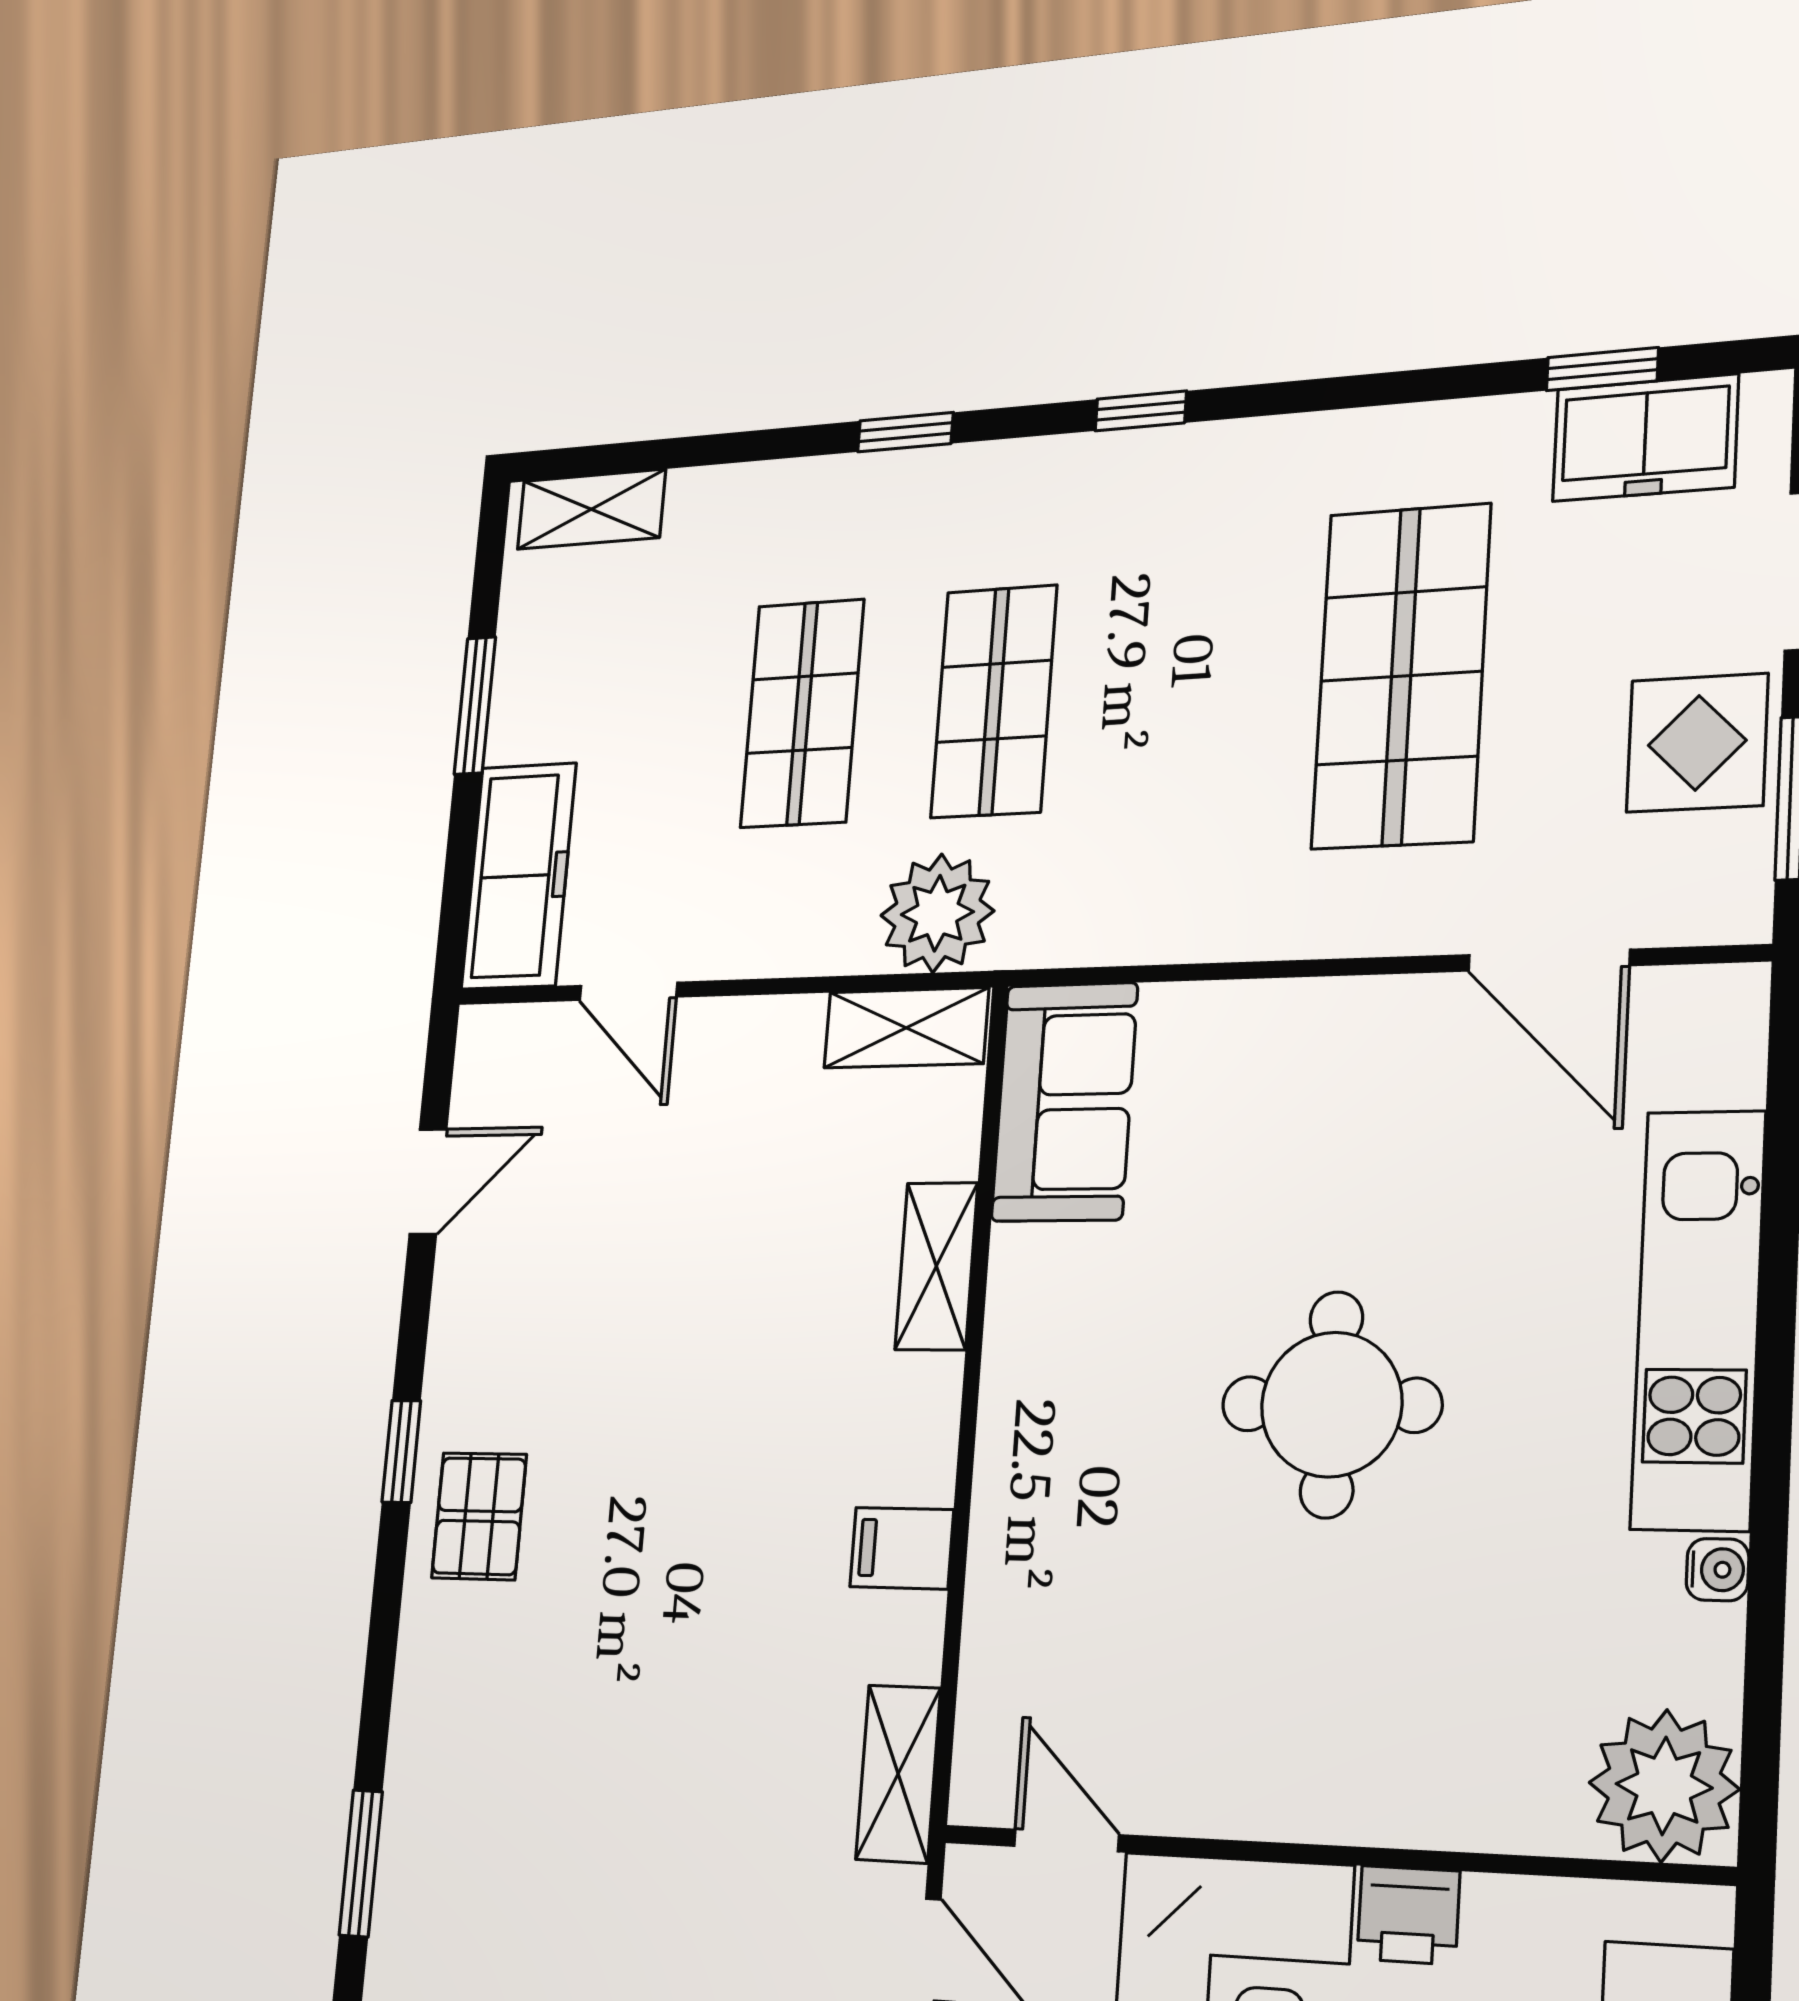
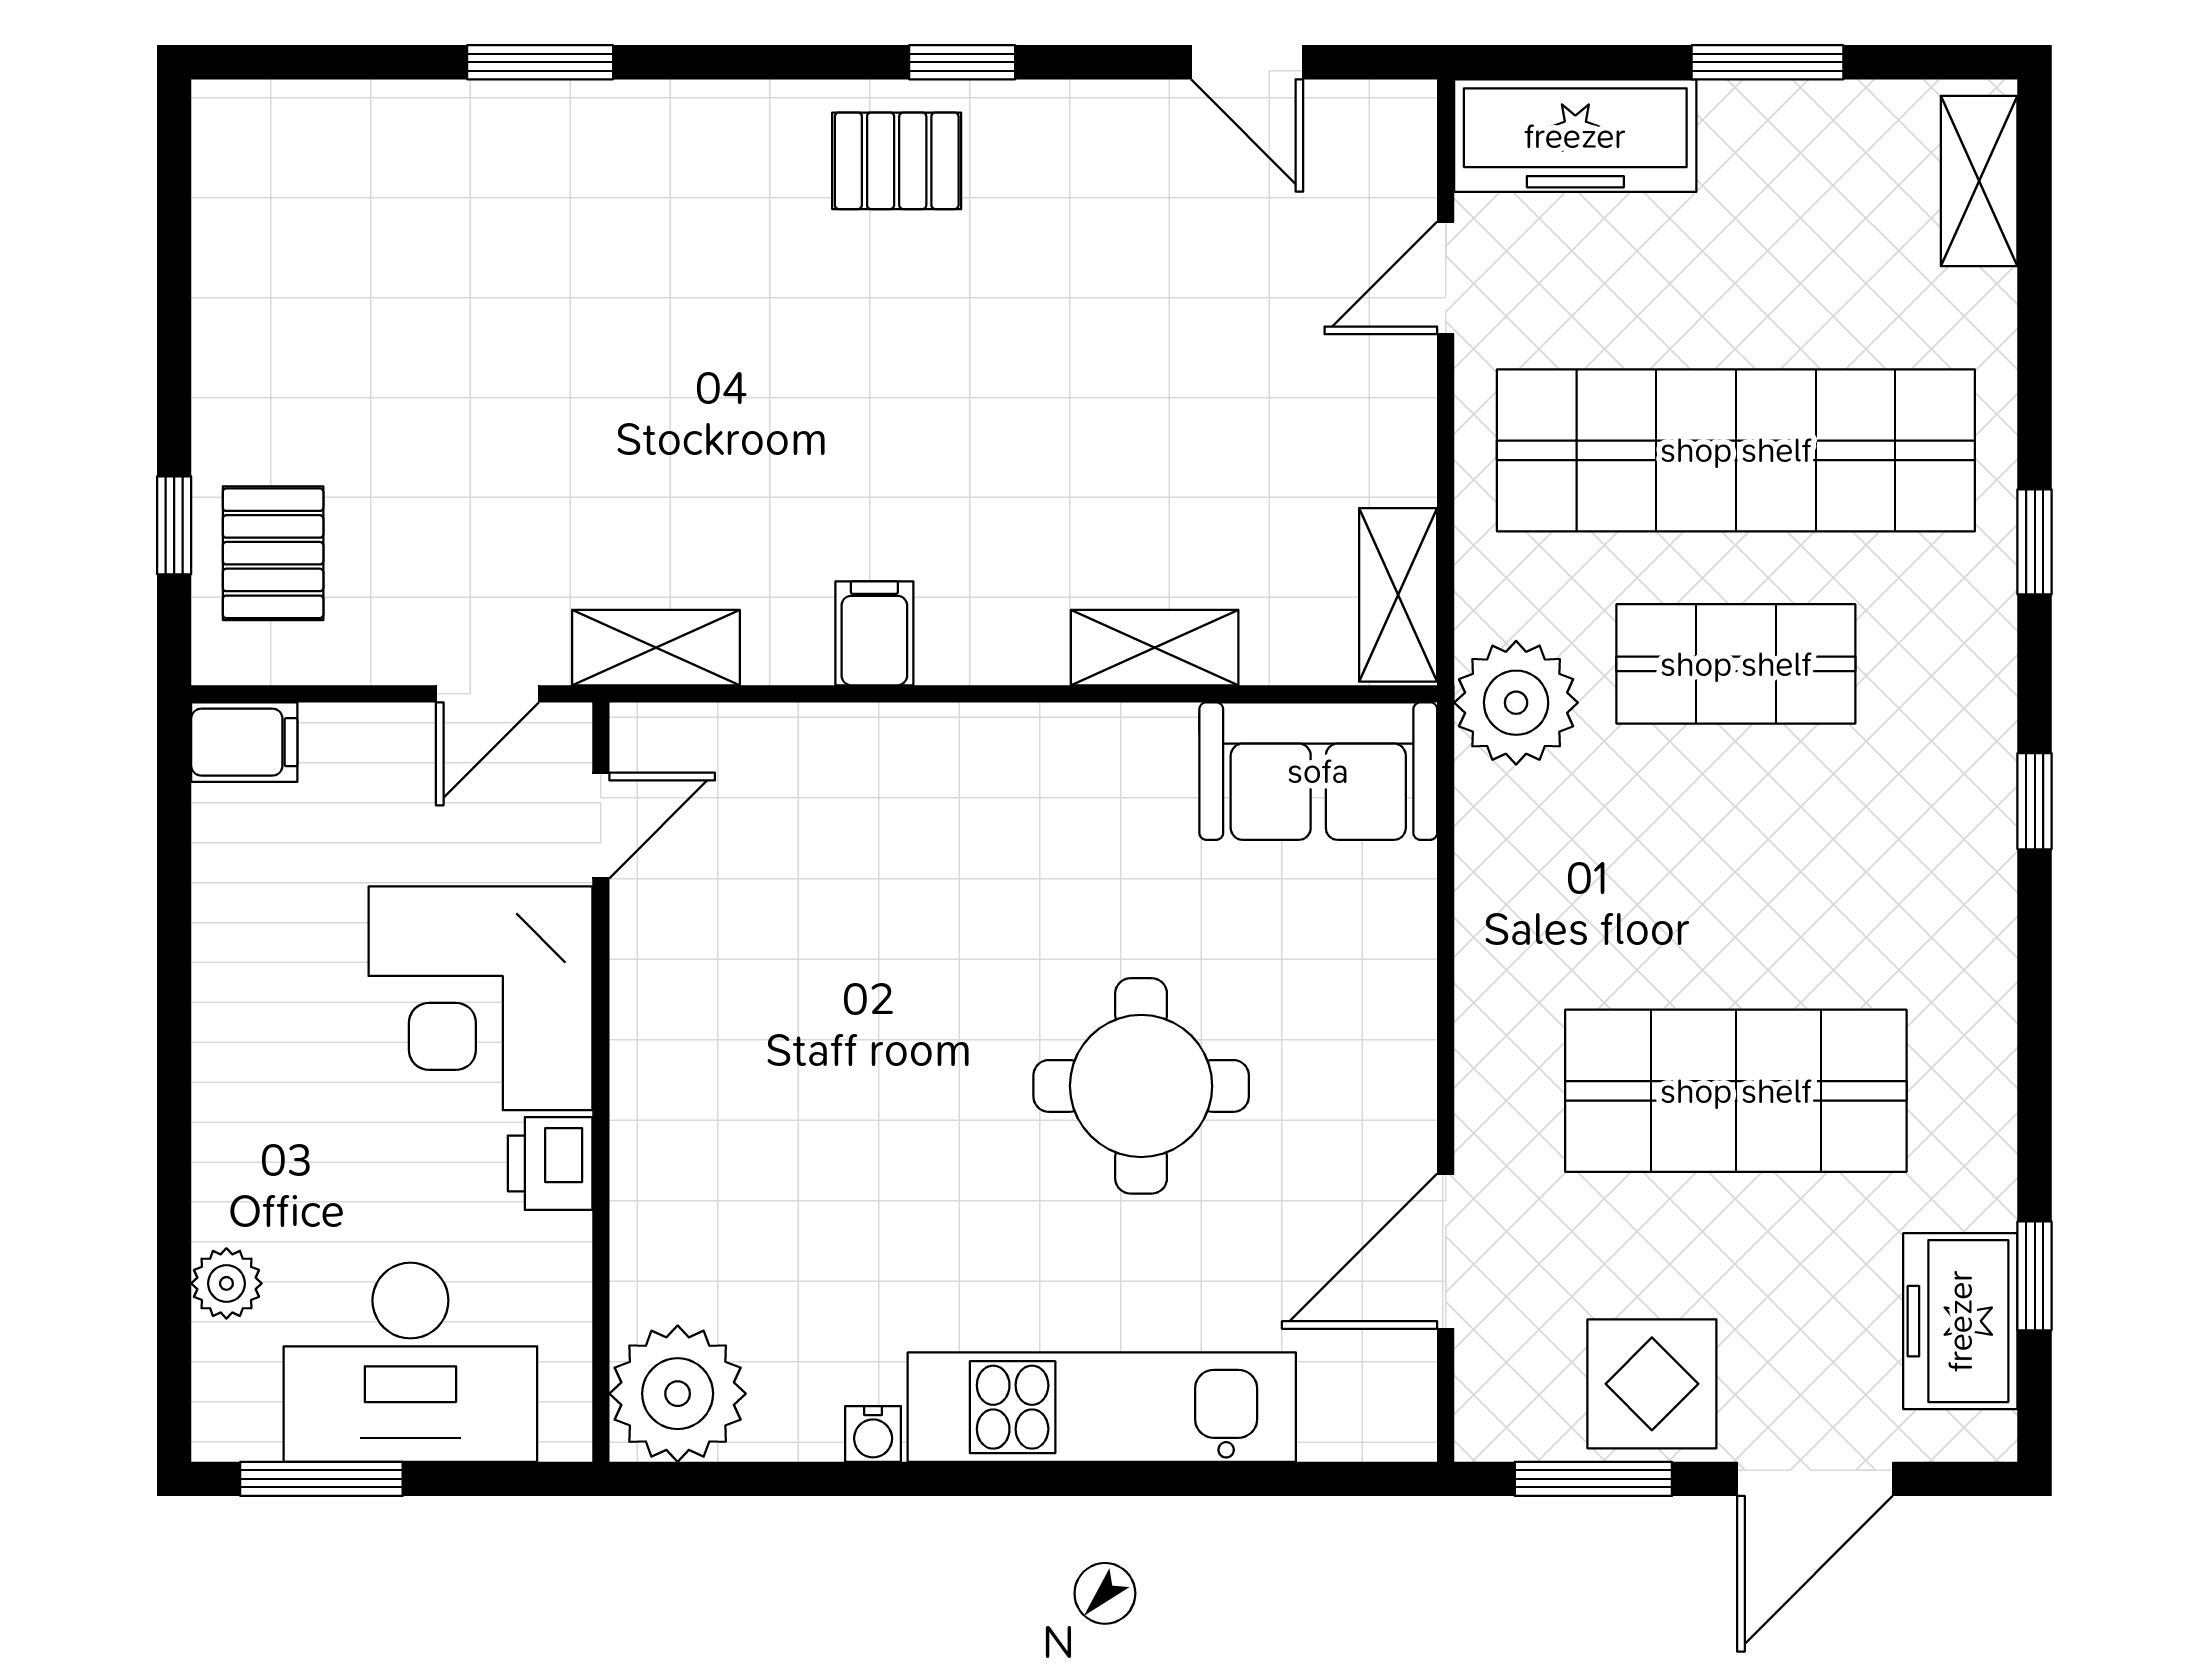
shop shelf: (802, 713) -> (1736, 450), width x2.00, depth x1.36
plant: (937, 913) -> (1516, 703), moved
round table: (1332, 1405) -> (1141, 1086), moved

